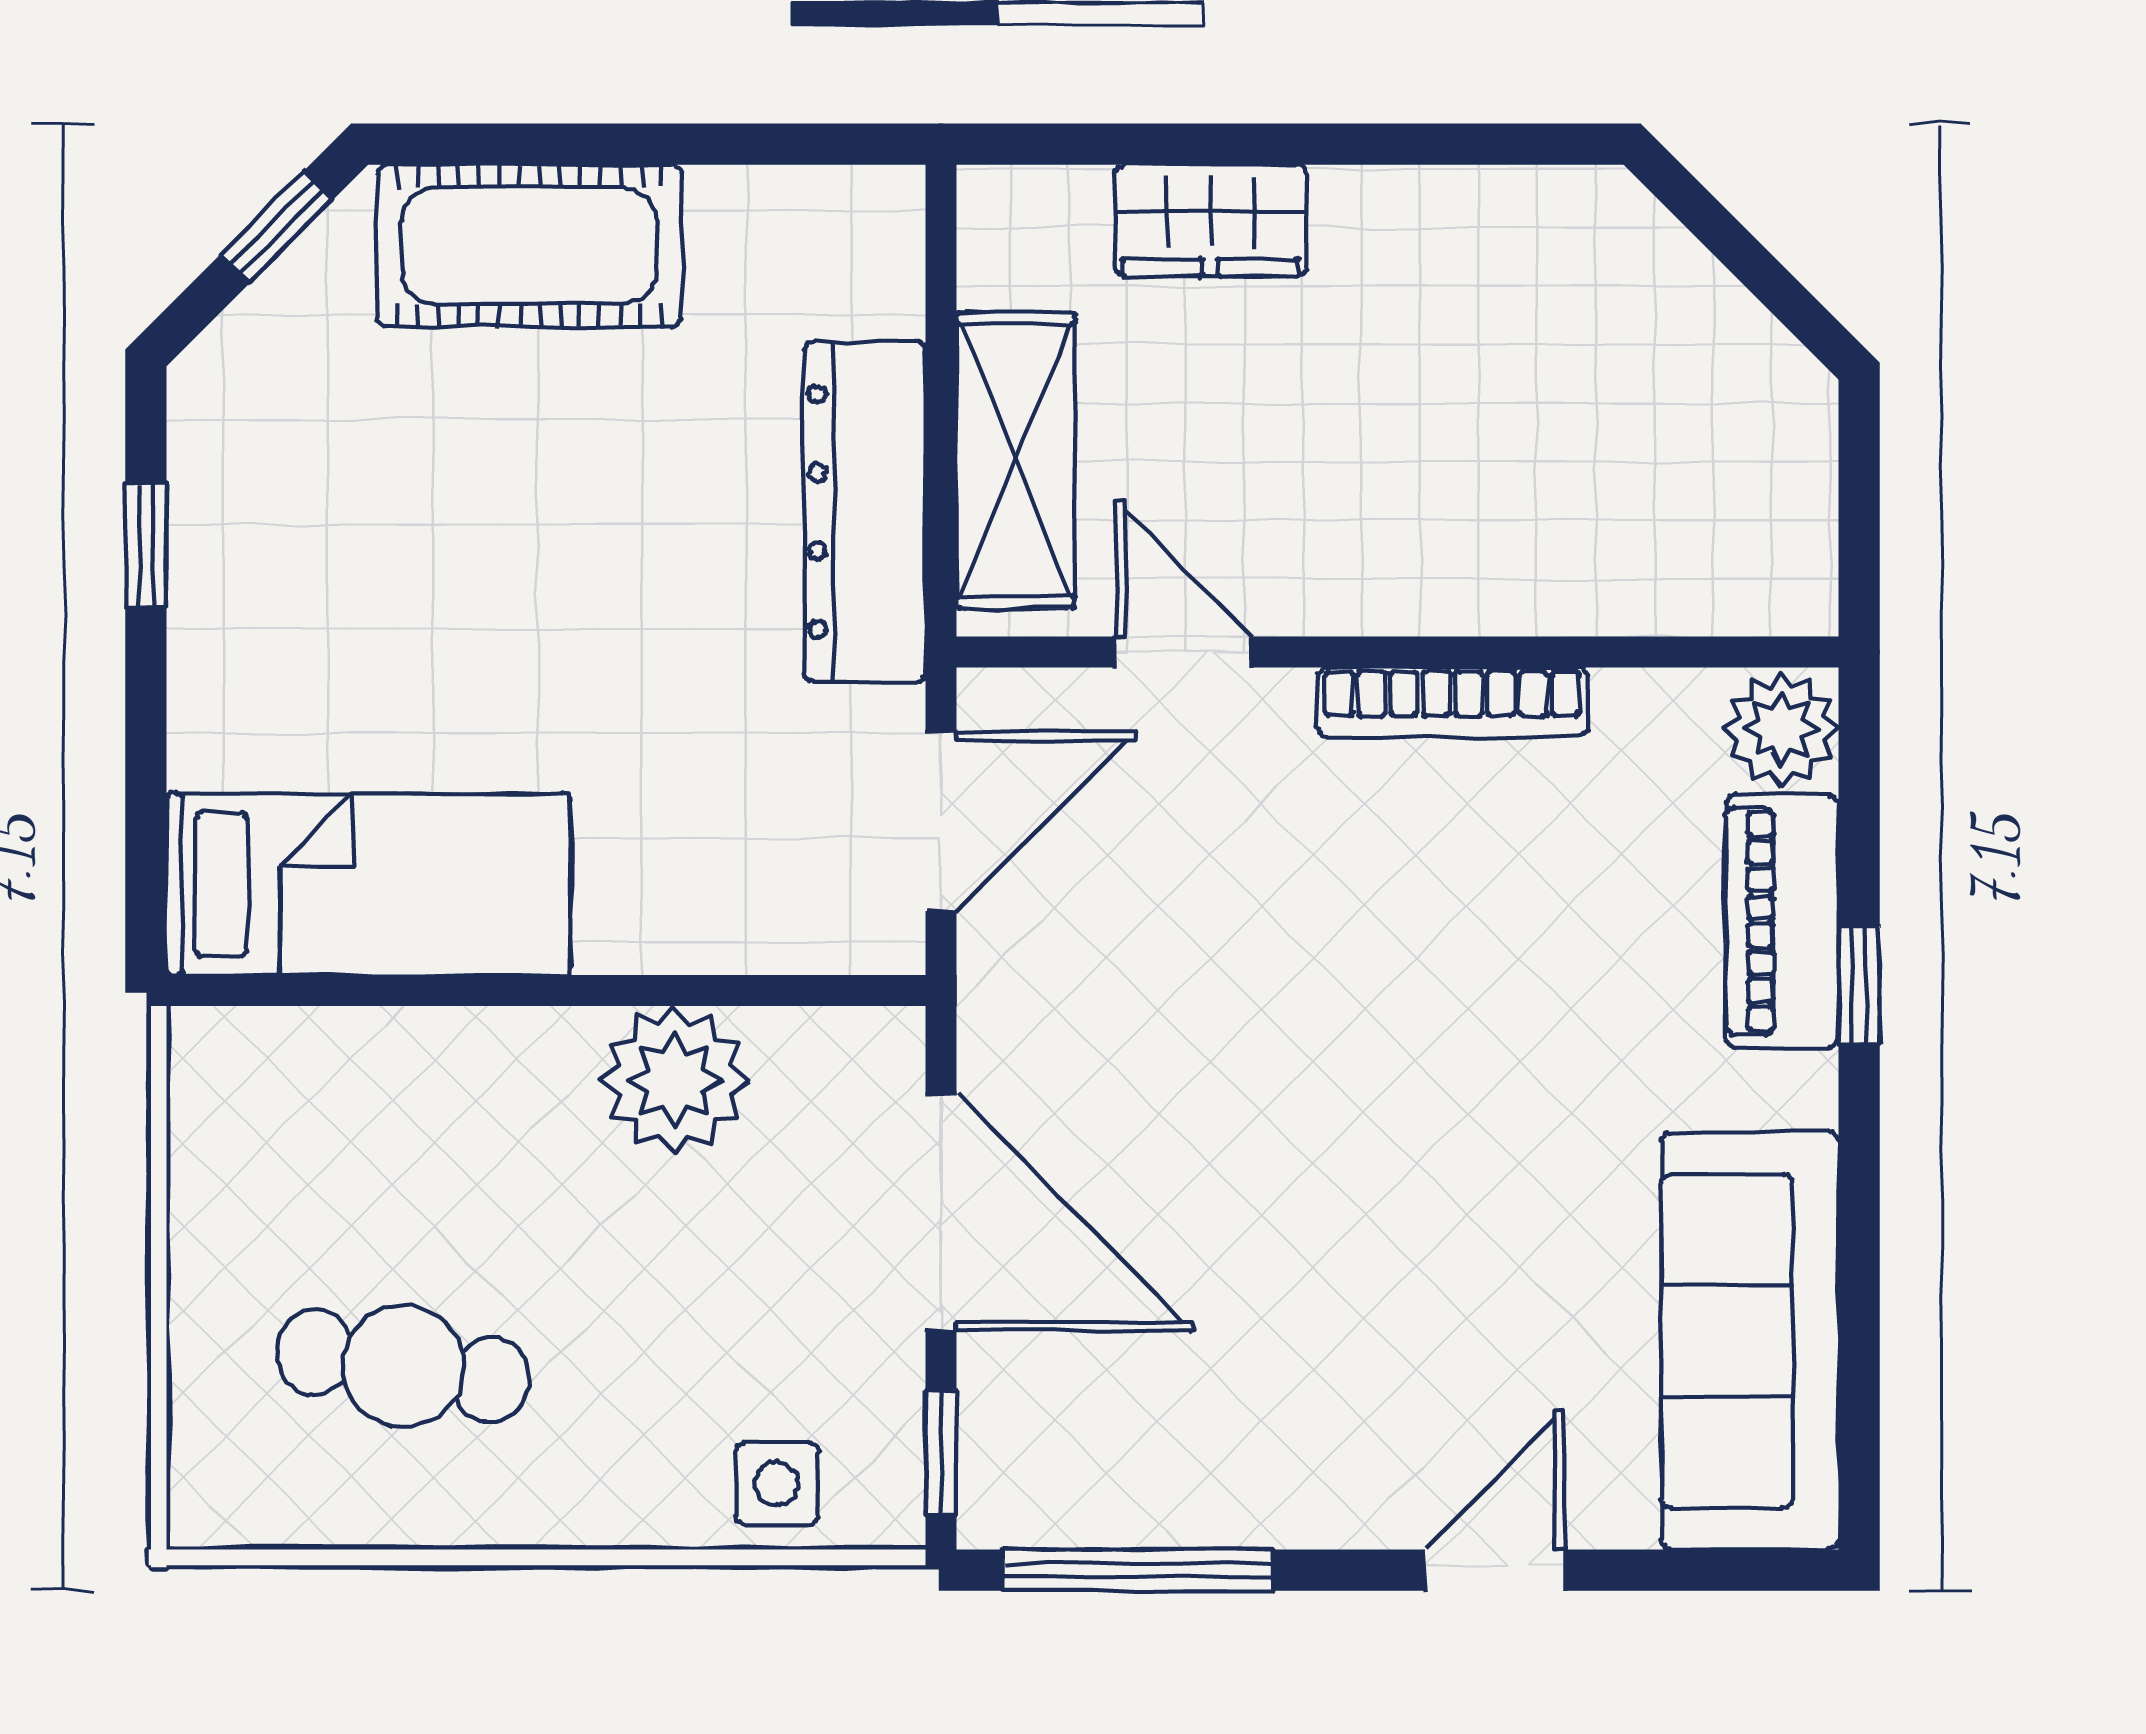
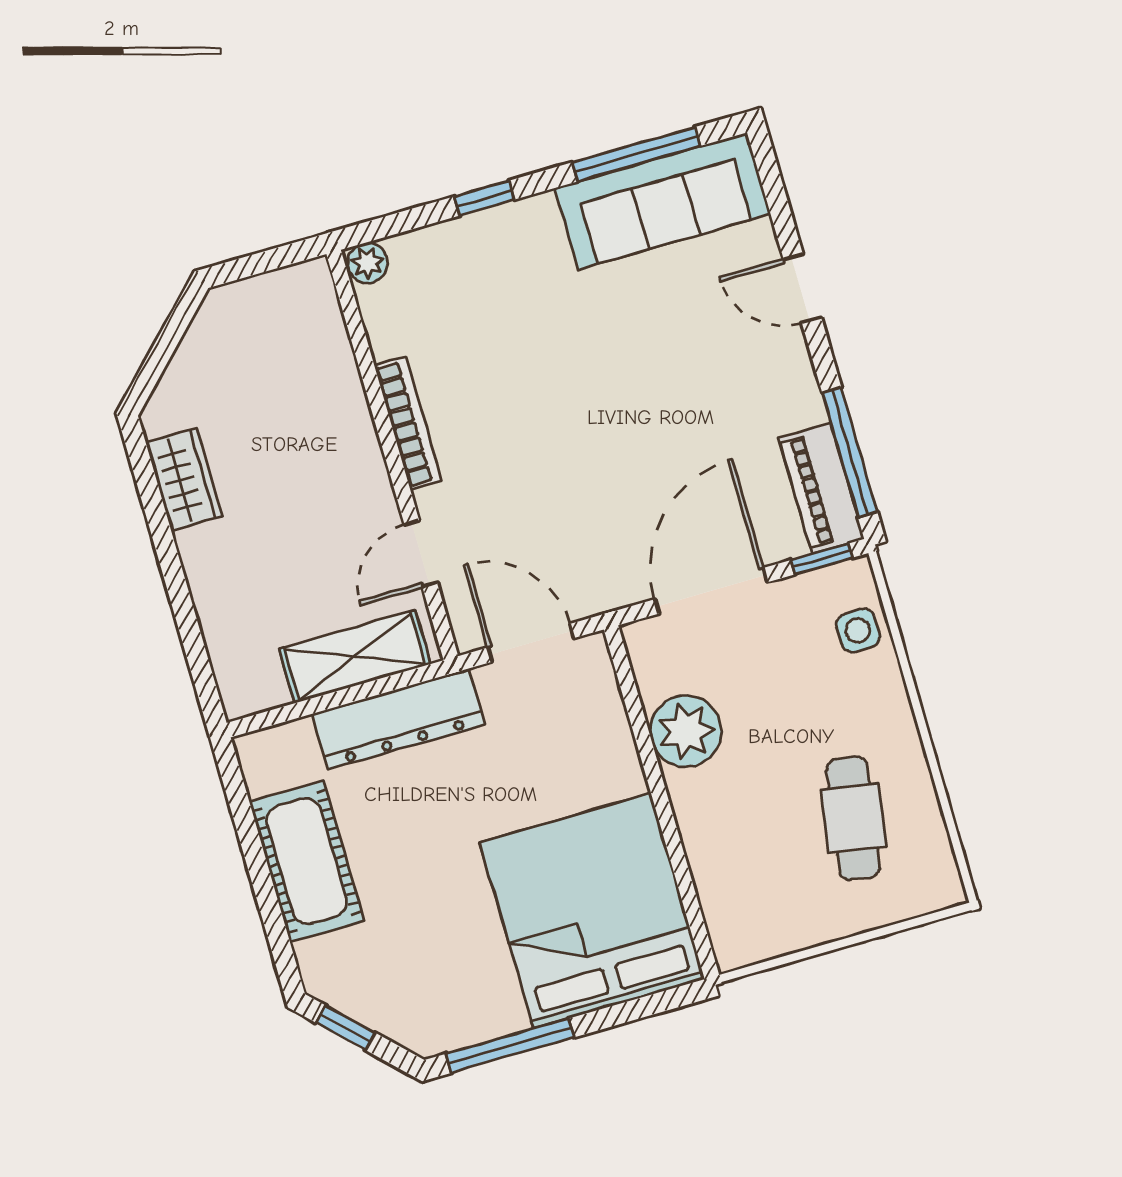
wardrobe: (1210, 220) -> (184, 479), moved
cot: (529, 246) -> (307, 861), moved
window: (146, 546) -> (510, 1046), width x2.17
plant: (1781, 729) -> (367, 263), width x0.73, depth x0.73
bed: (368, 884) -> (592, 911), width x2.04
piano: (1782, 921) -> (822, 488), moved, turned 90
window: (1859, 1315) -> (636, 154), added

